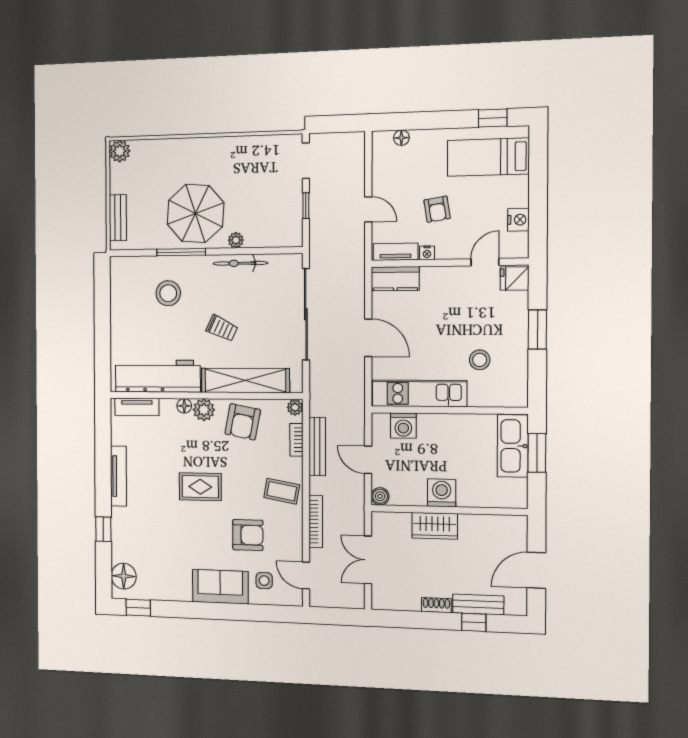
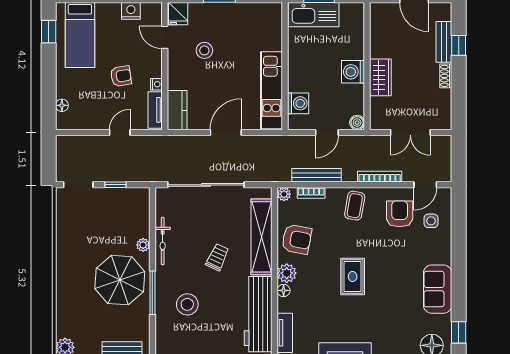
stool: (480, 360) -> (204, 50), moved
armchair: (248, 535) -> (400, 214), moved
sofa: (220, 587) -> (438, 289), moved

